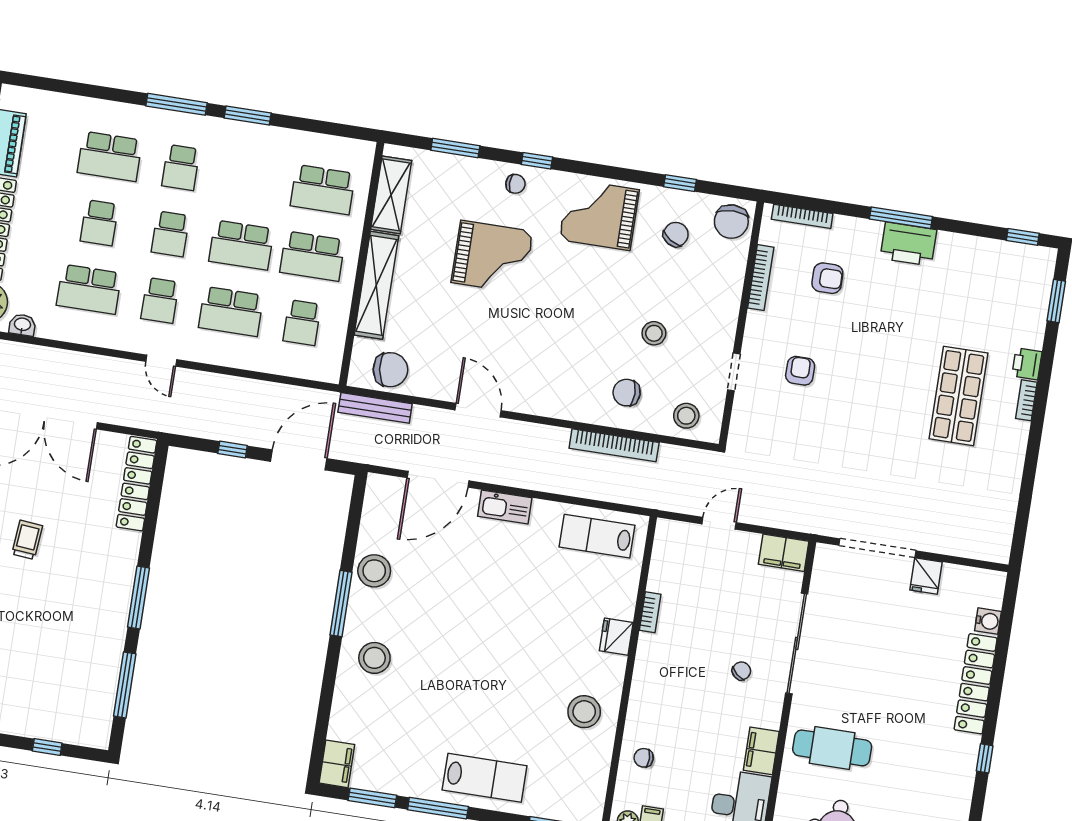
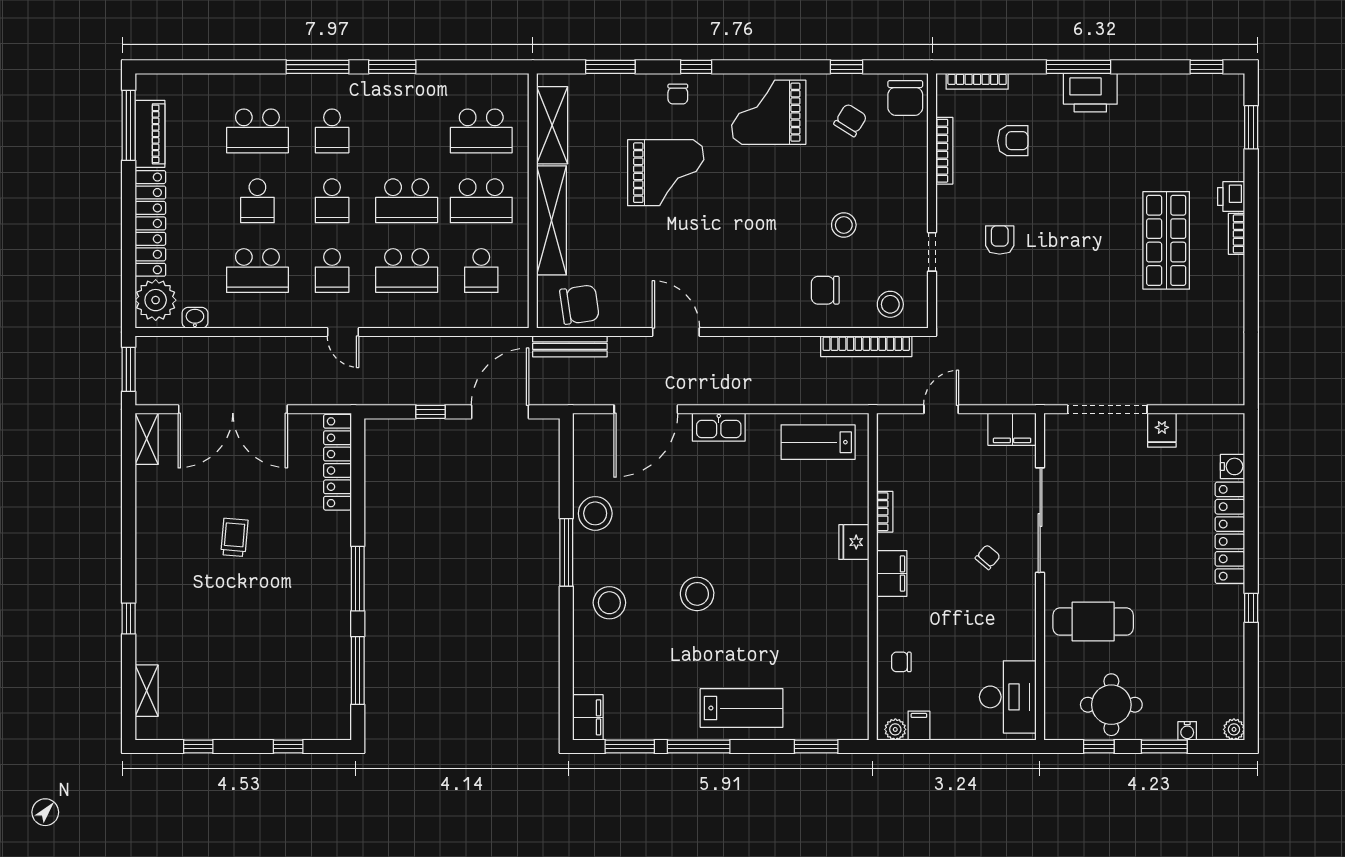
chair: (515, 184) -> (678, 94), turned 90
bookcase: (614, 445) -> (866, 346), moved
stool: (584, 712) -> (697, 594), moved
filing cabinet: (761, 751) -> (892, 574), moved, turned 180

